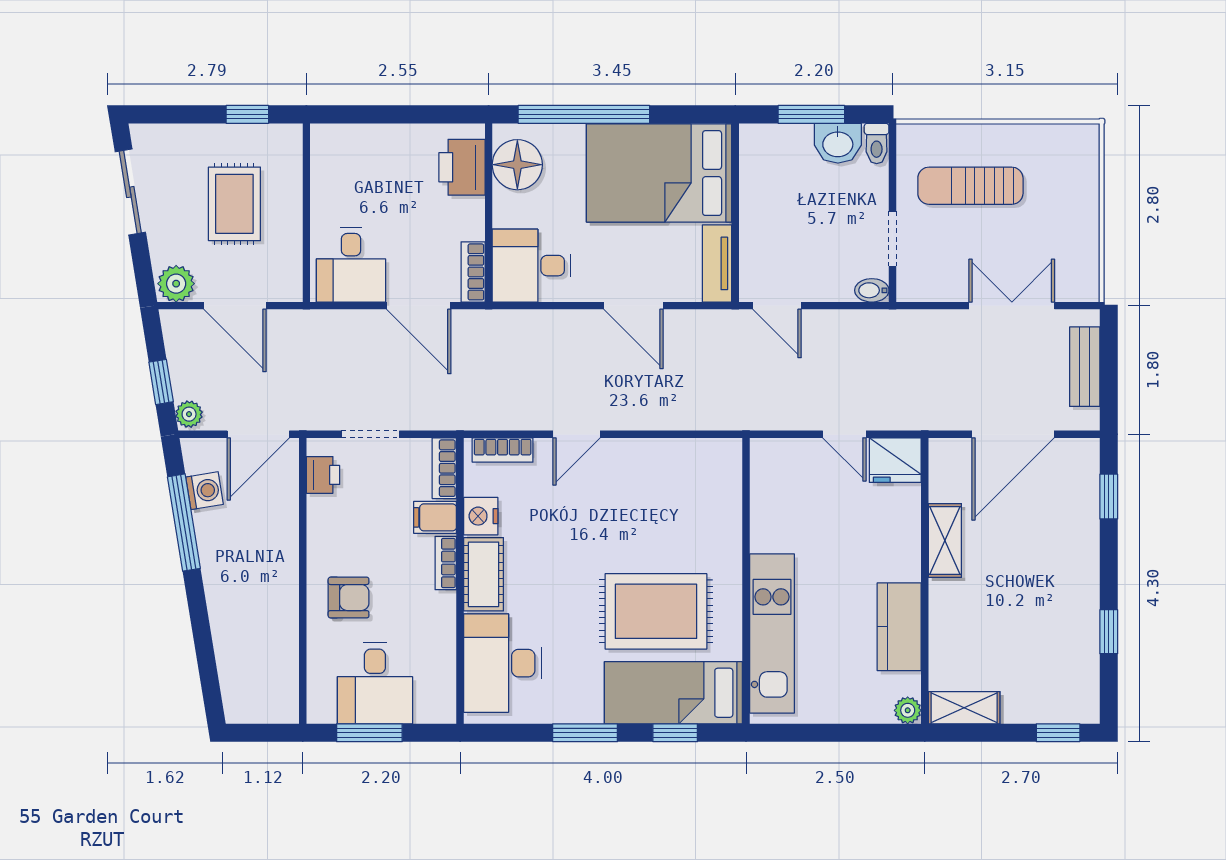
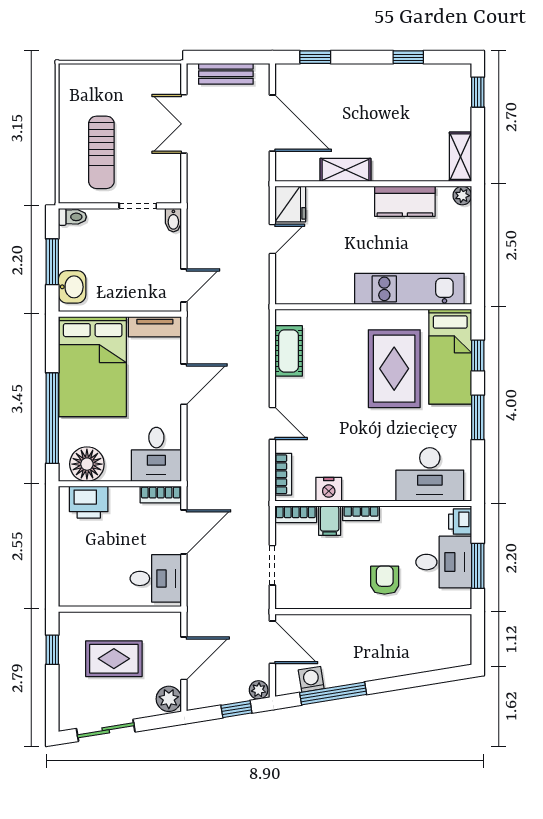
washbasin: (838, 143) -> (72, 287), moved
printer: (323, 475) -> (460, 522), moved, turned -90
cot: (484, 574) -> (289, 351), moved, turned 90

